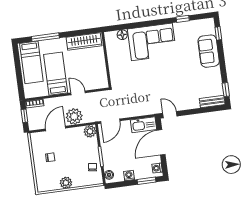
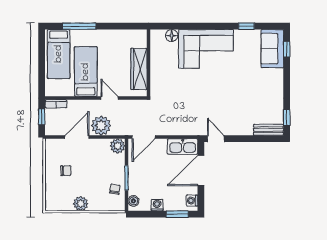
wardrobe: (84, 41) -> (139, 69), moved, turned 90
sofa: (209, 51) -> (272, 49), moved

